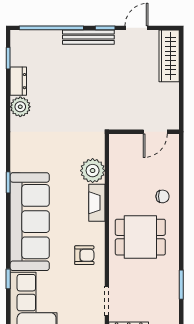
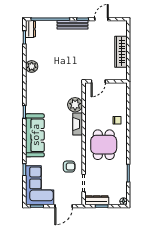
wardrobe: (169, 56) -> (121, 52), moved
dresser: (18, 81) -> (30, 29), moved
door: (155, 132) -> (98, 81), moved
sofa: (30, 222) -> (35, 135), width x0.74, depth x0.79
dining table: (140, 237) -> (104, 145), turned 90
armchair: (84, 255) -> (69, 167), moved

